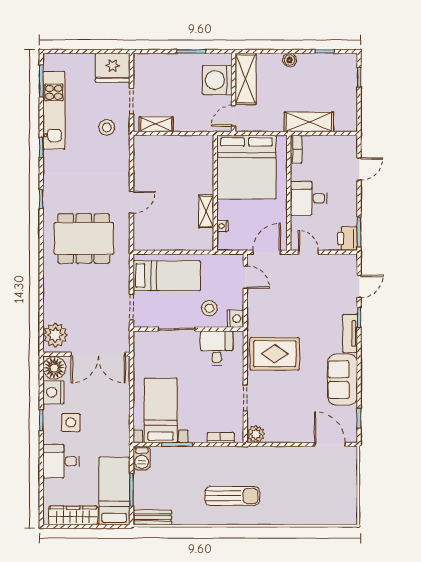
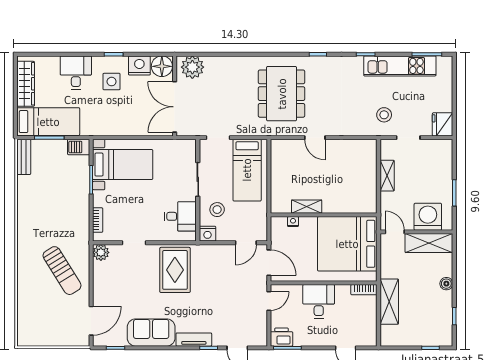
fridge: (113, 68) -> (443, 124), width x0.73, depth x0.75
shelving: (156, 124) -> (387, 176), moved
sun lounger: (232, 496) -> (62, 271), moved, turned -32

